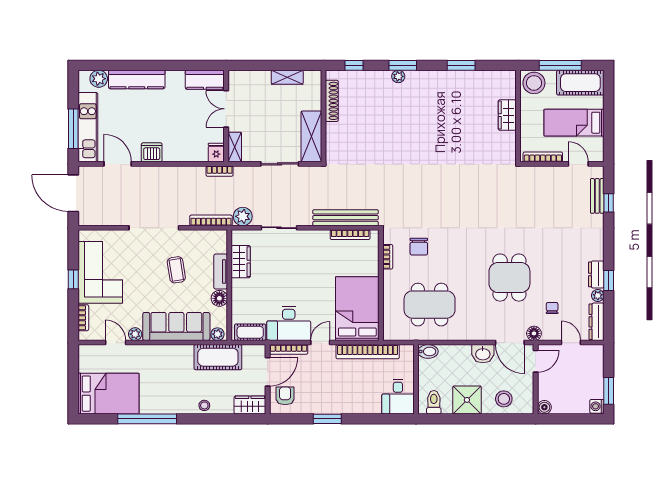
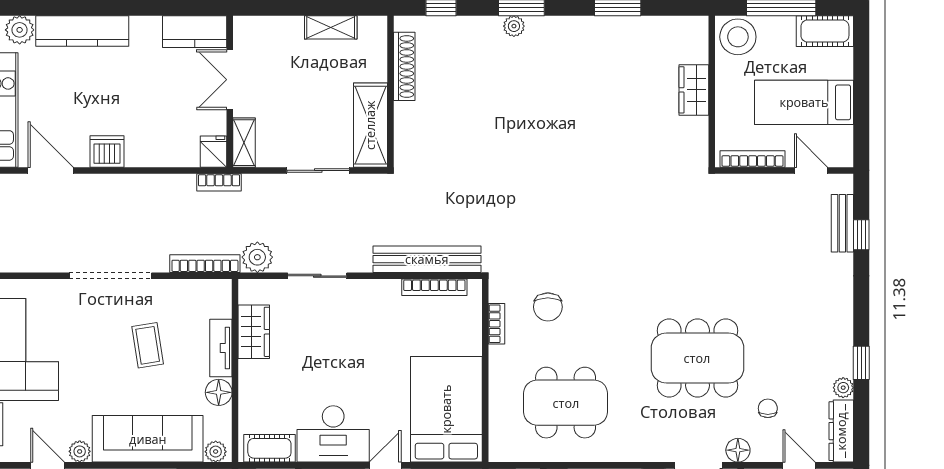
cot: (580, 83) -> (825, 31), width x0.73, depth x0.75
dresser: (596, 274) -> (841, 353), removed
dining table: (509, 278) -> (697, 358), width x1.38

